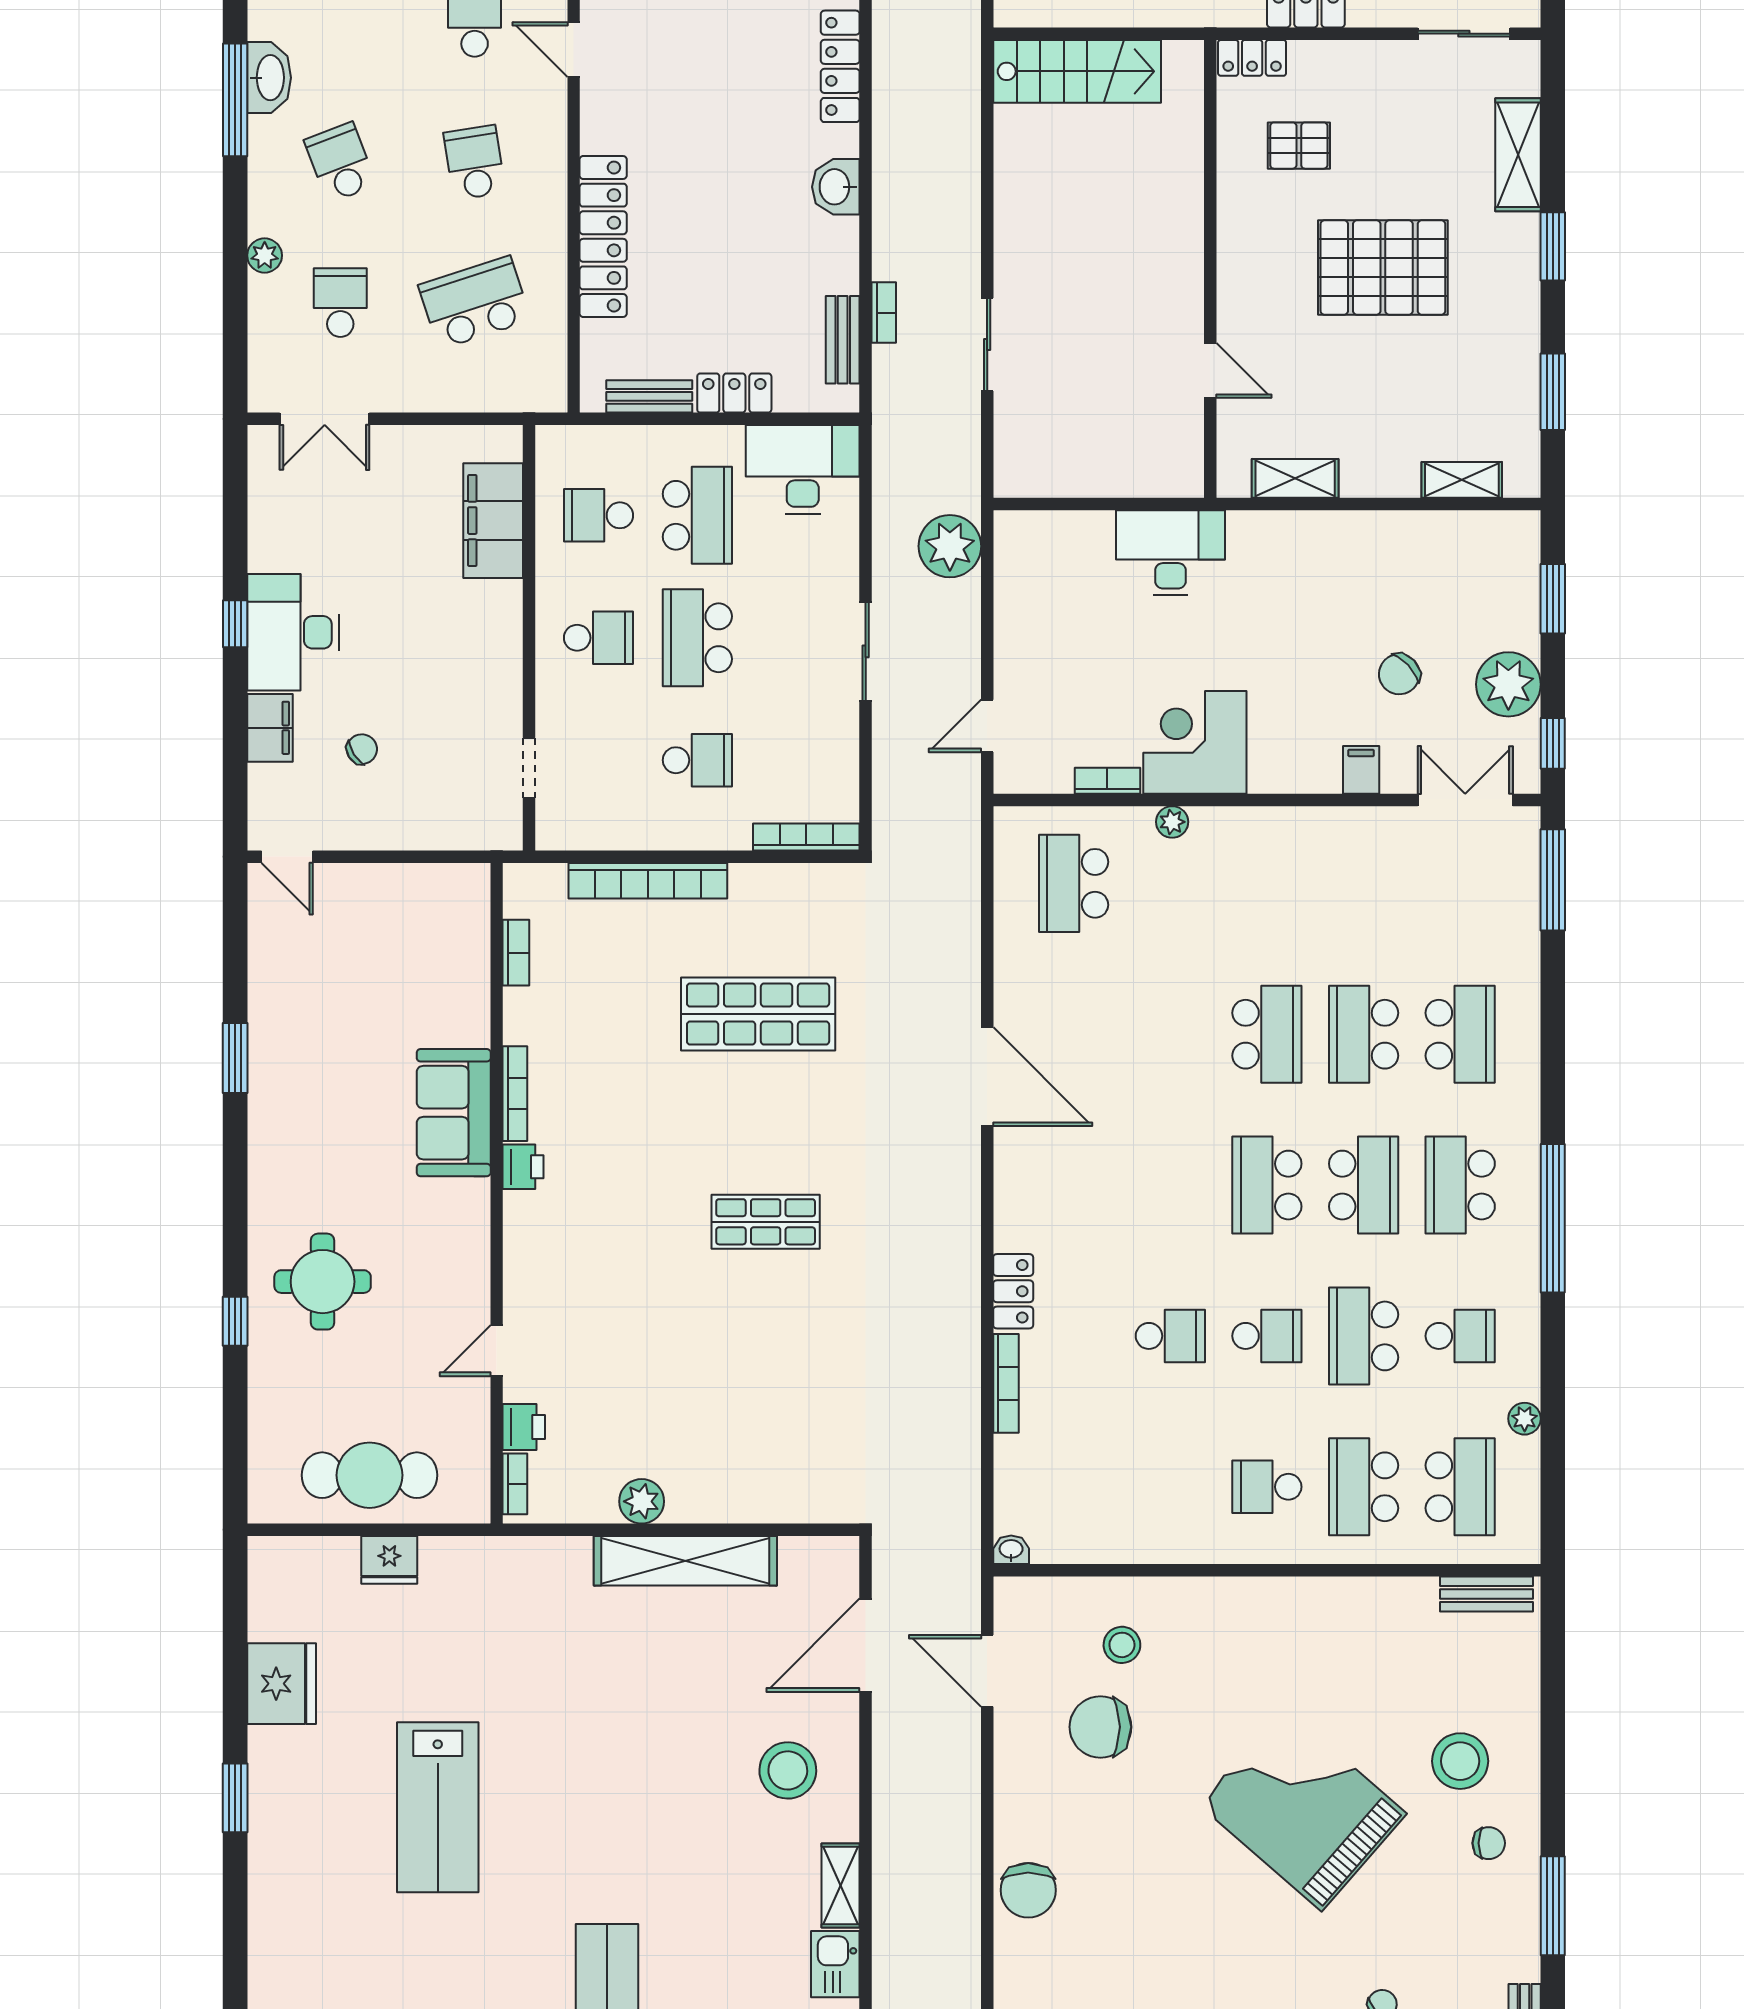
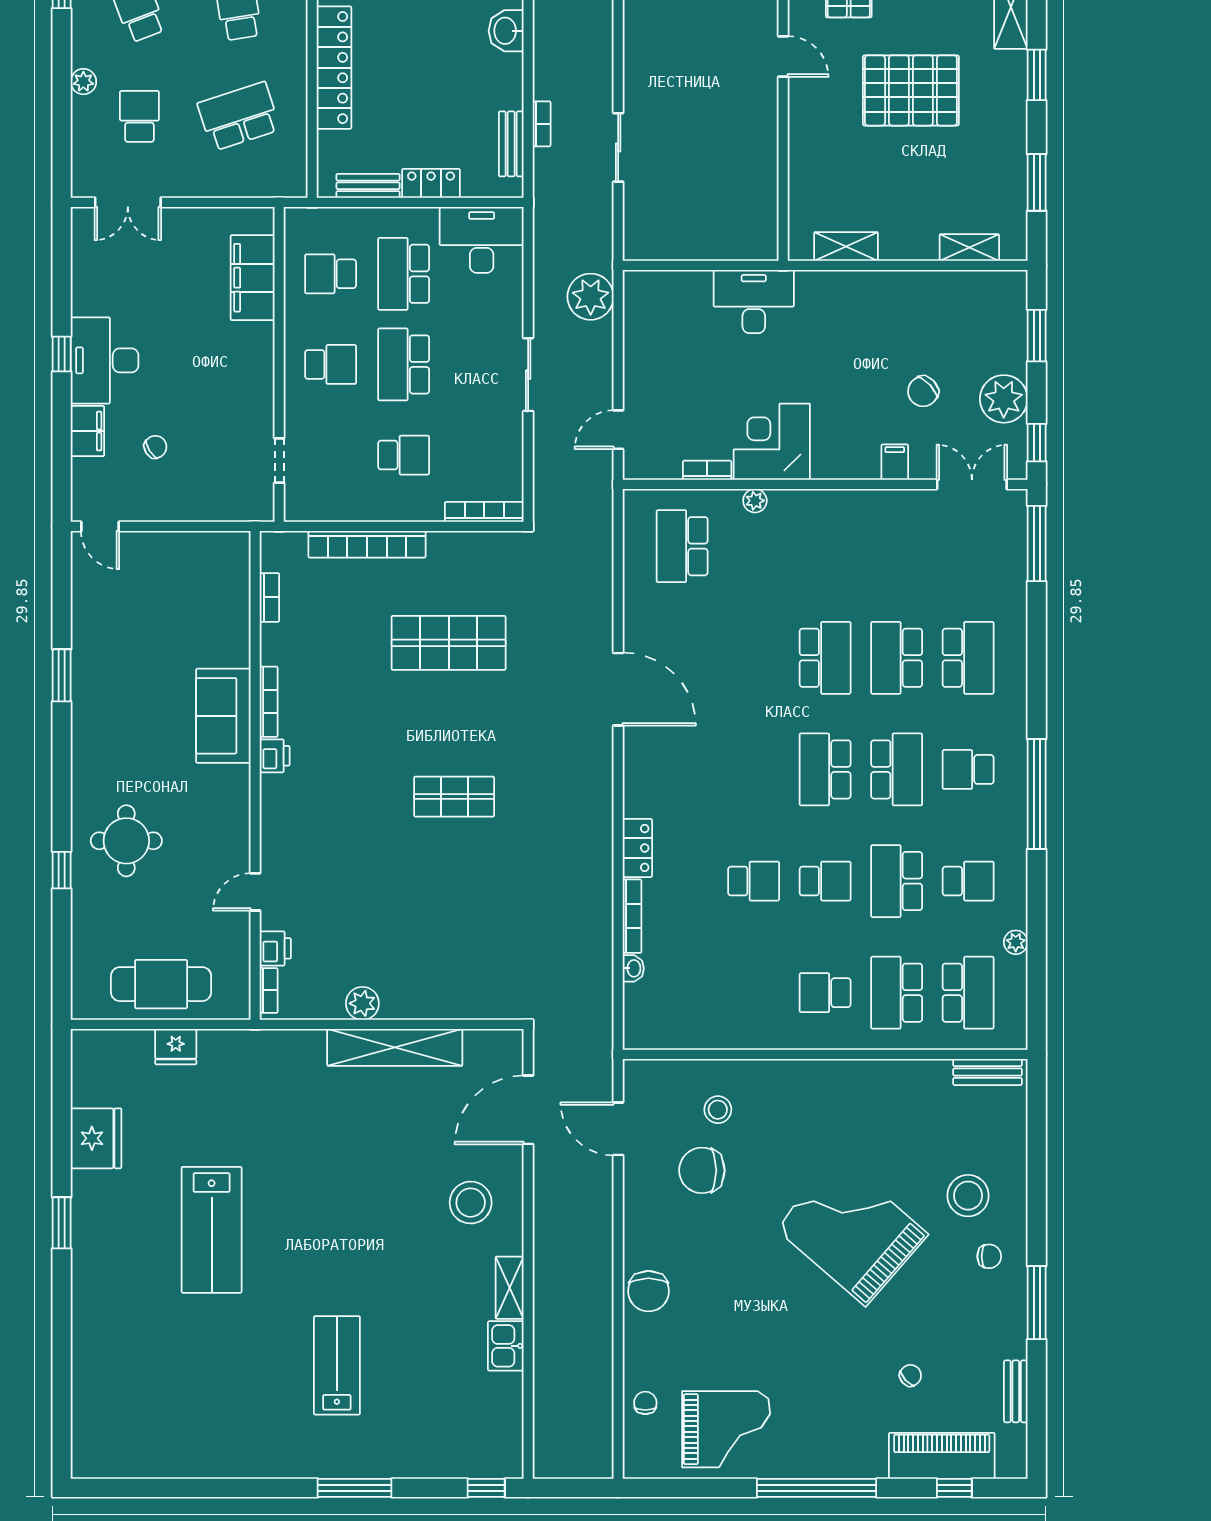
door: (1210, 370) -> (783, 57), moved
school desk: (697, 515) -> (404, 274), turned 180
school desk: (1460, 1185) -> (968, 769), width x0.54
washbasin: (1011, 1550) -> (633, 968), moved, turned 90

